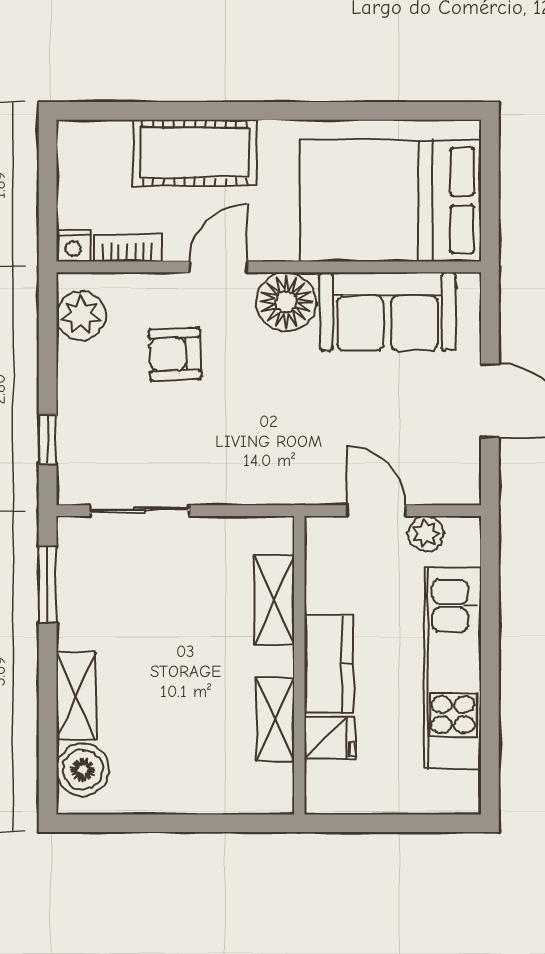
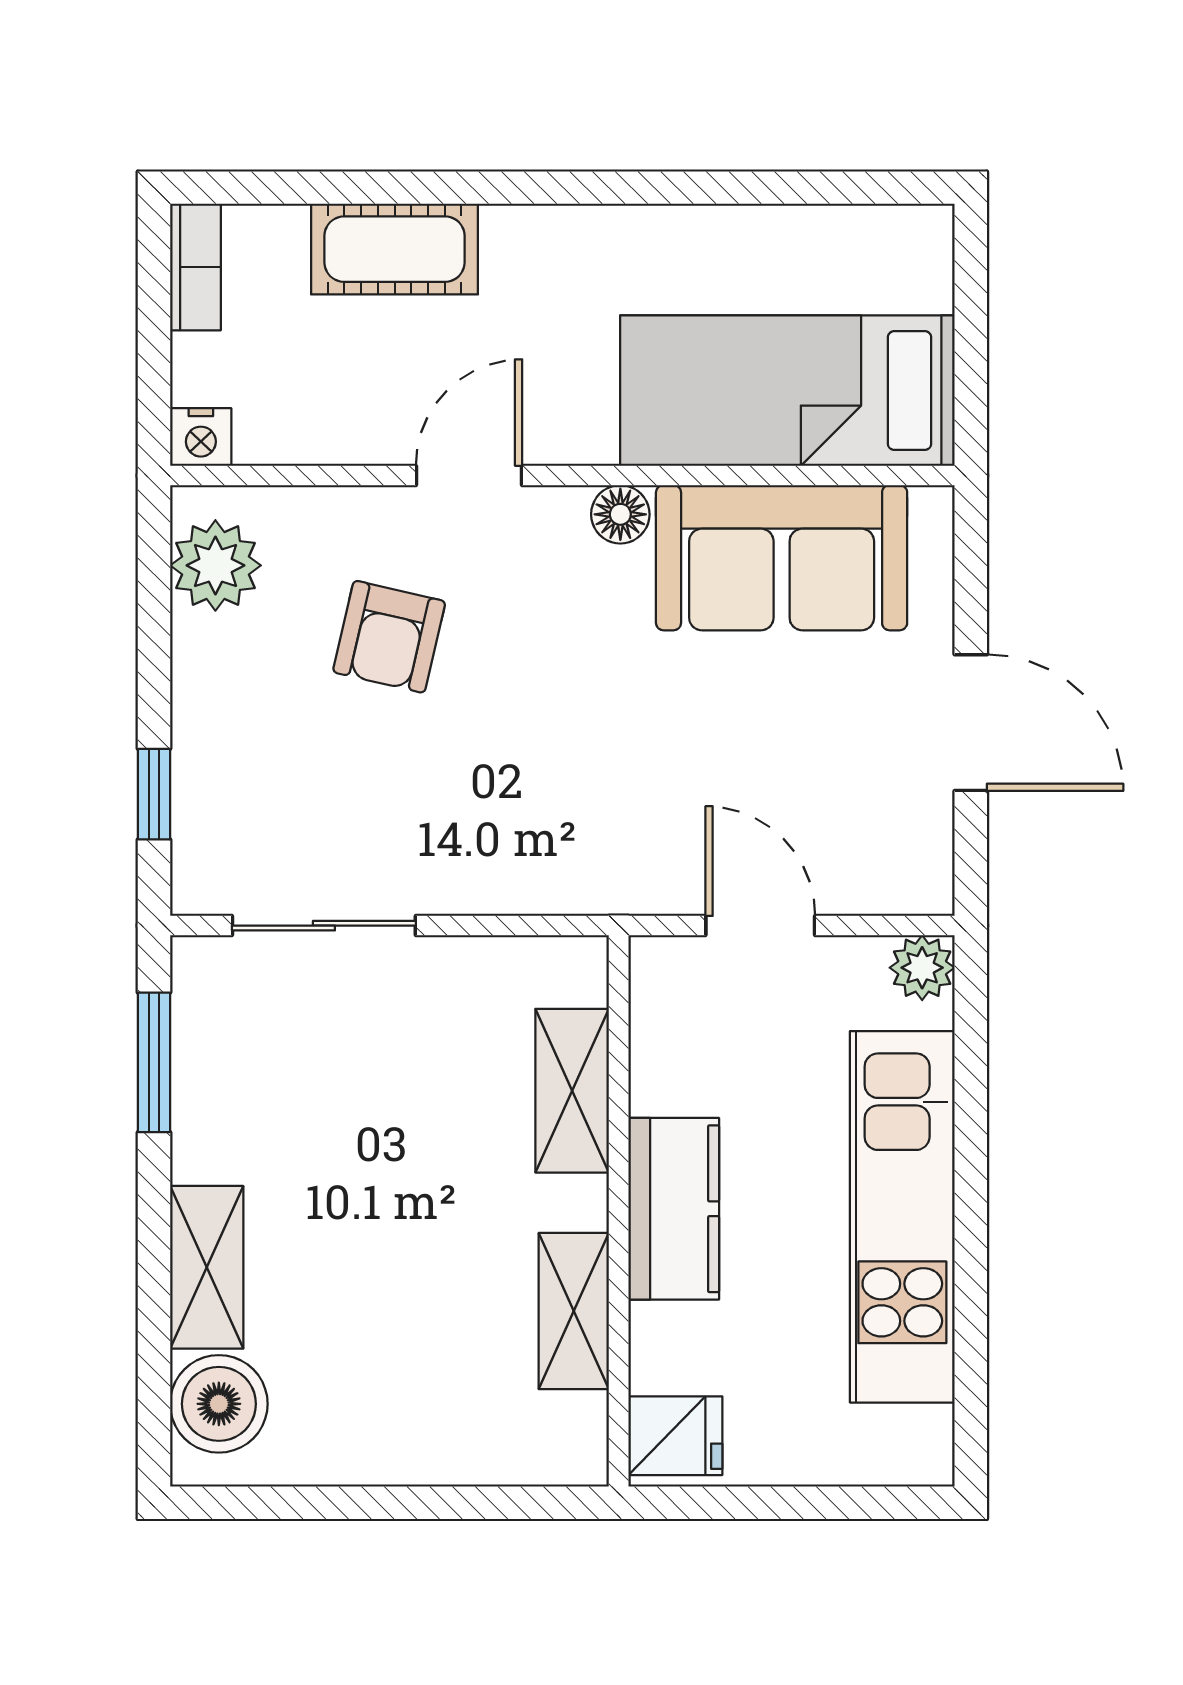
cot: (195, 153) -> (395, 249), width x0.73, depth x0.75
bed: (391, 200) -> (787, 391), width x0.67
bookcase: (127, 248) -> (195, 267), moved, turned 90
floor lamp: (286, 302) -> (620, 514), width x0.53, depth x0.53
armchair: (175, 354) -> (389, 637), turned -75
plant: (426, 533) -> (922, 968), moved
fridge: (330, 738) -> (675, 1436), moved

